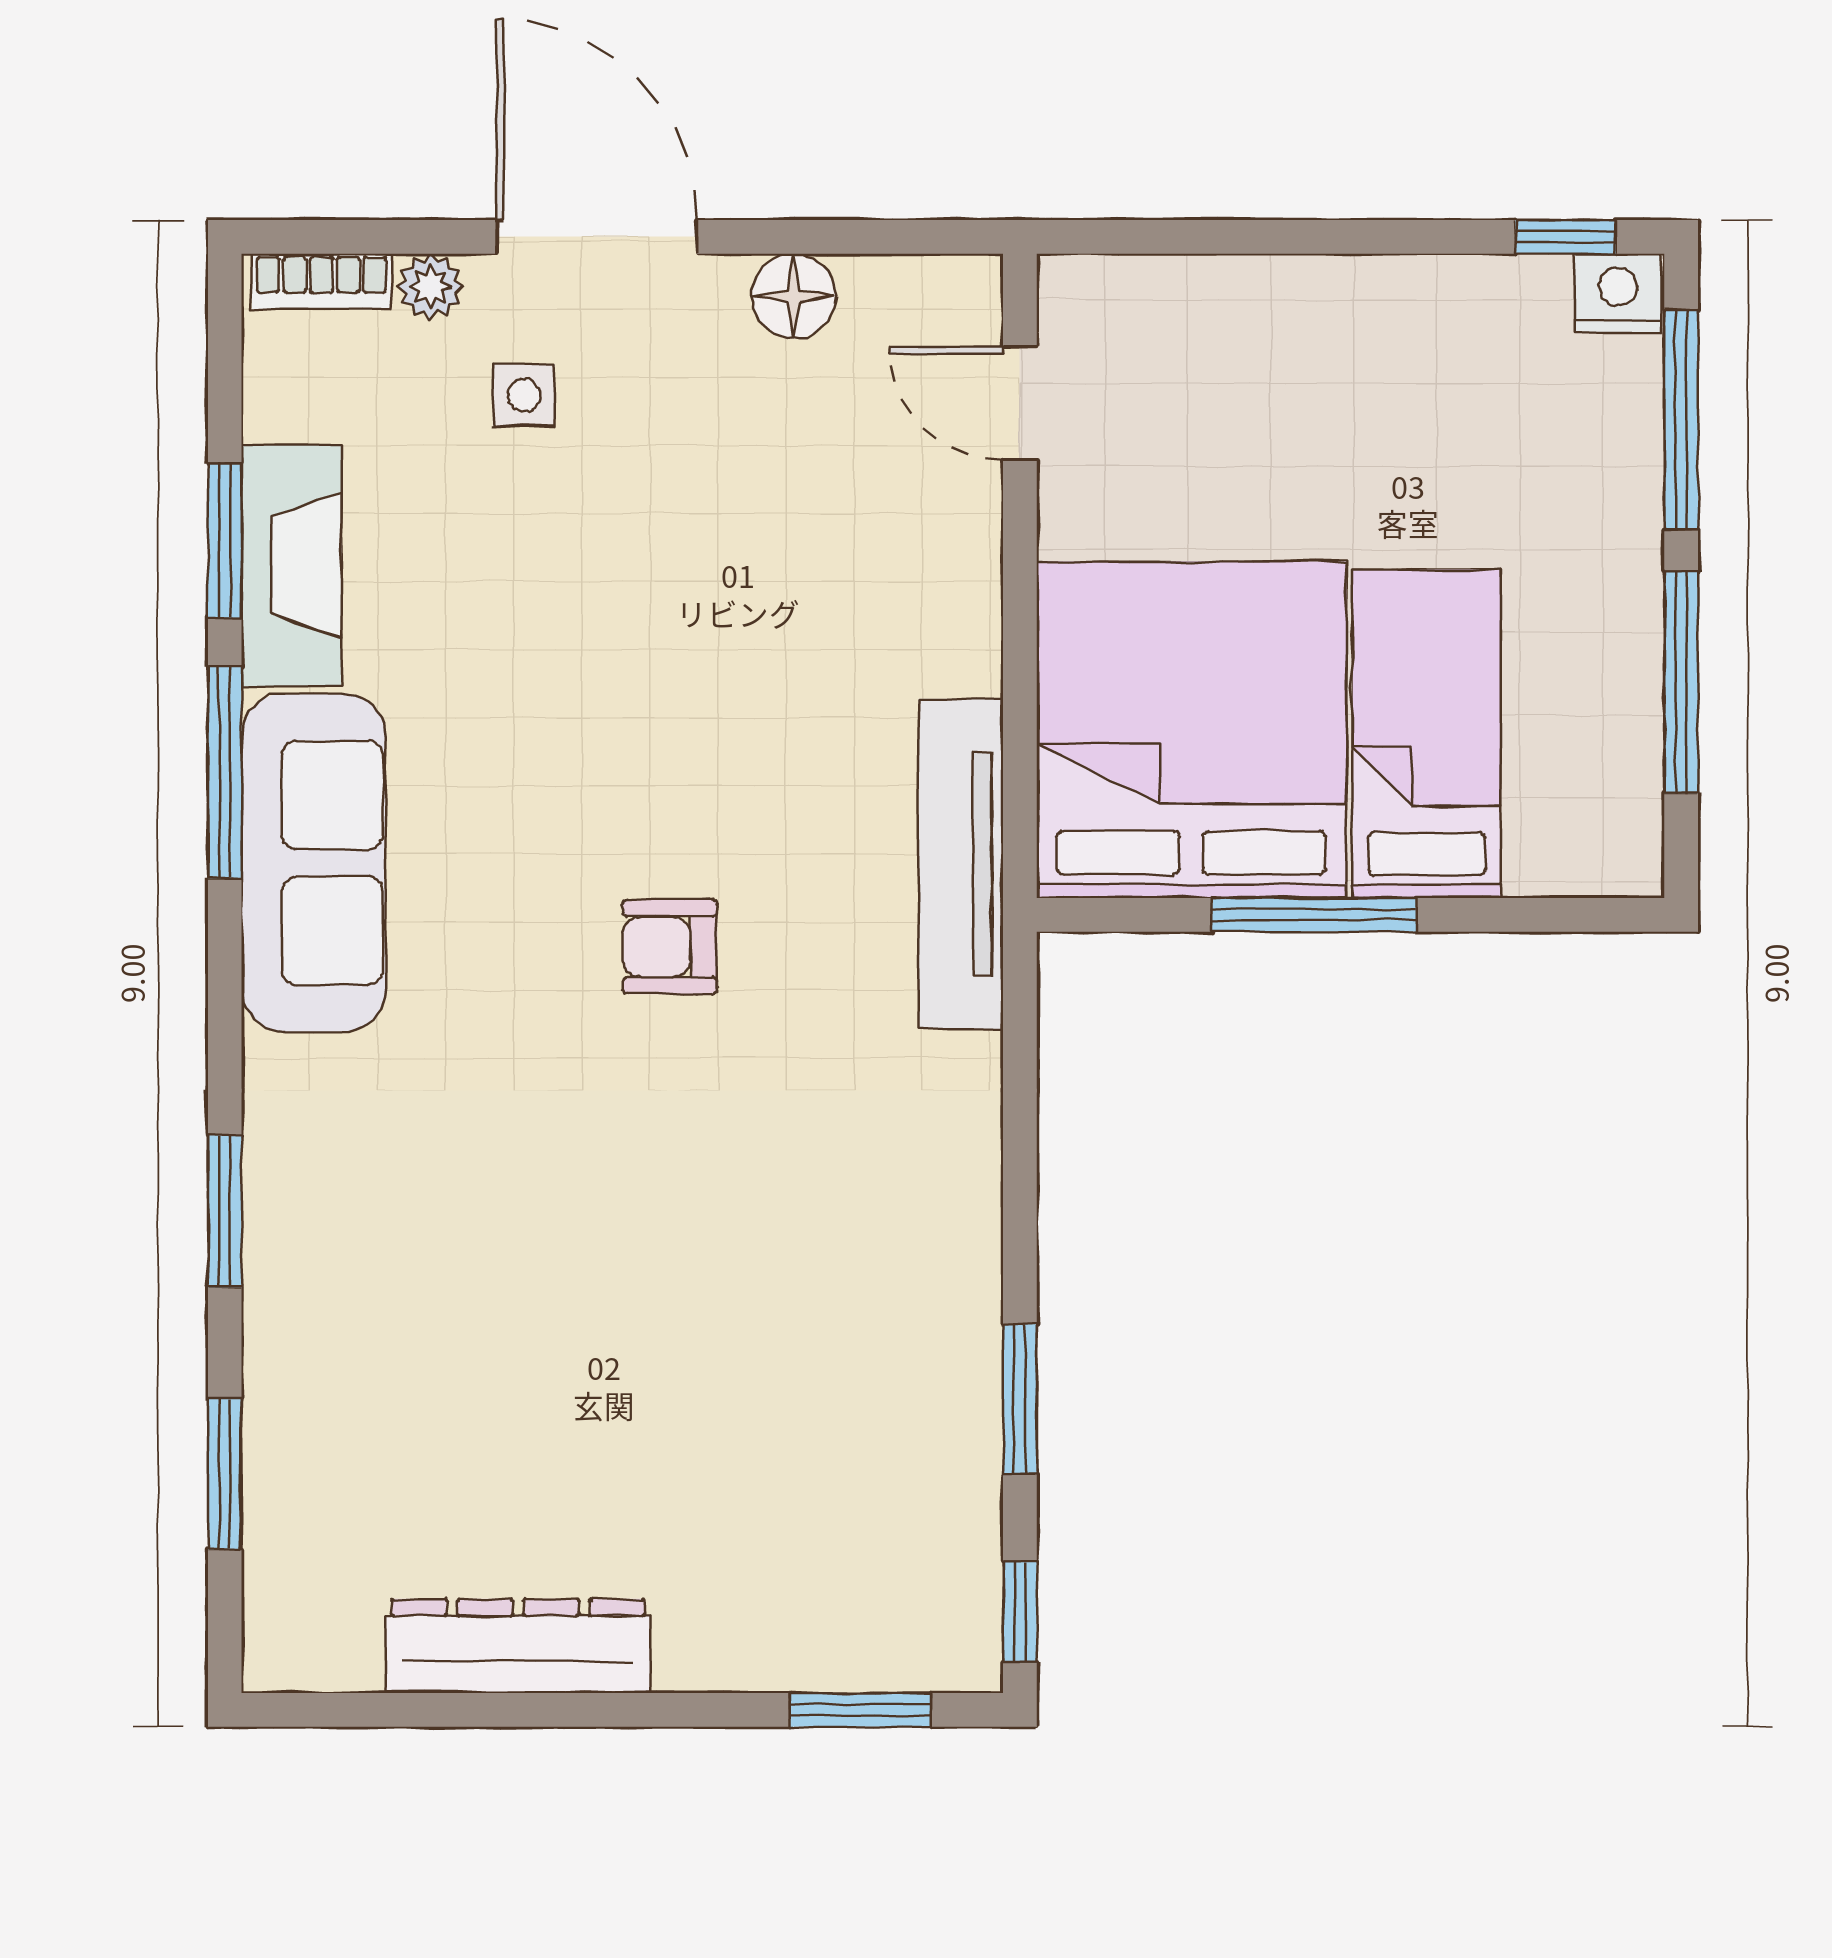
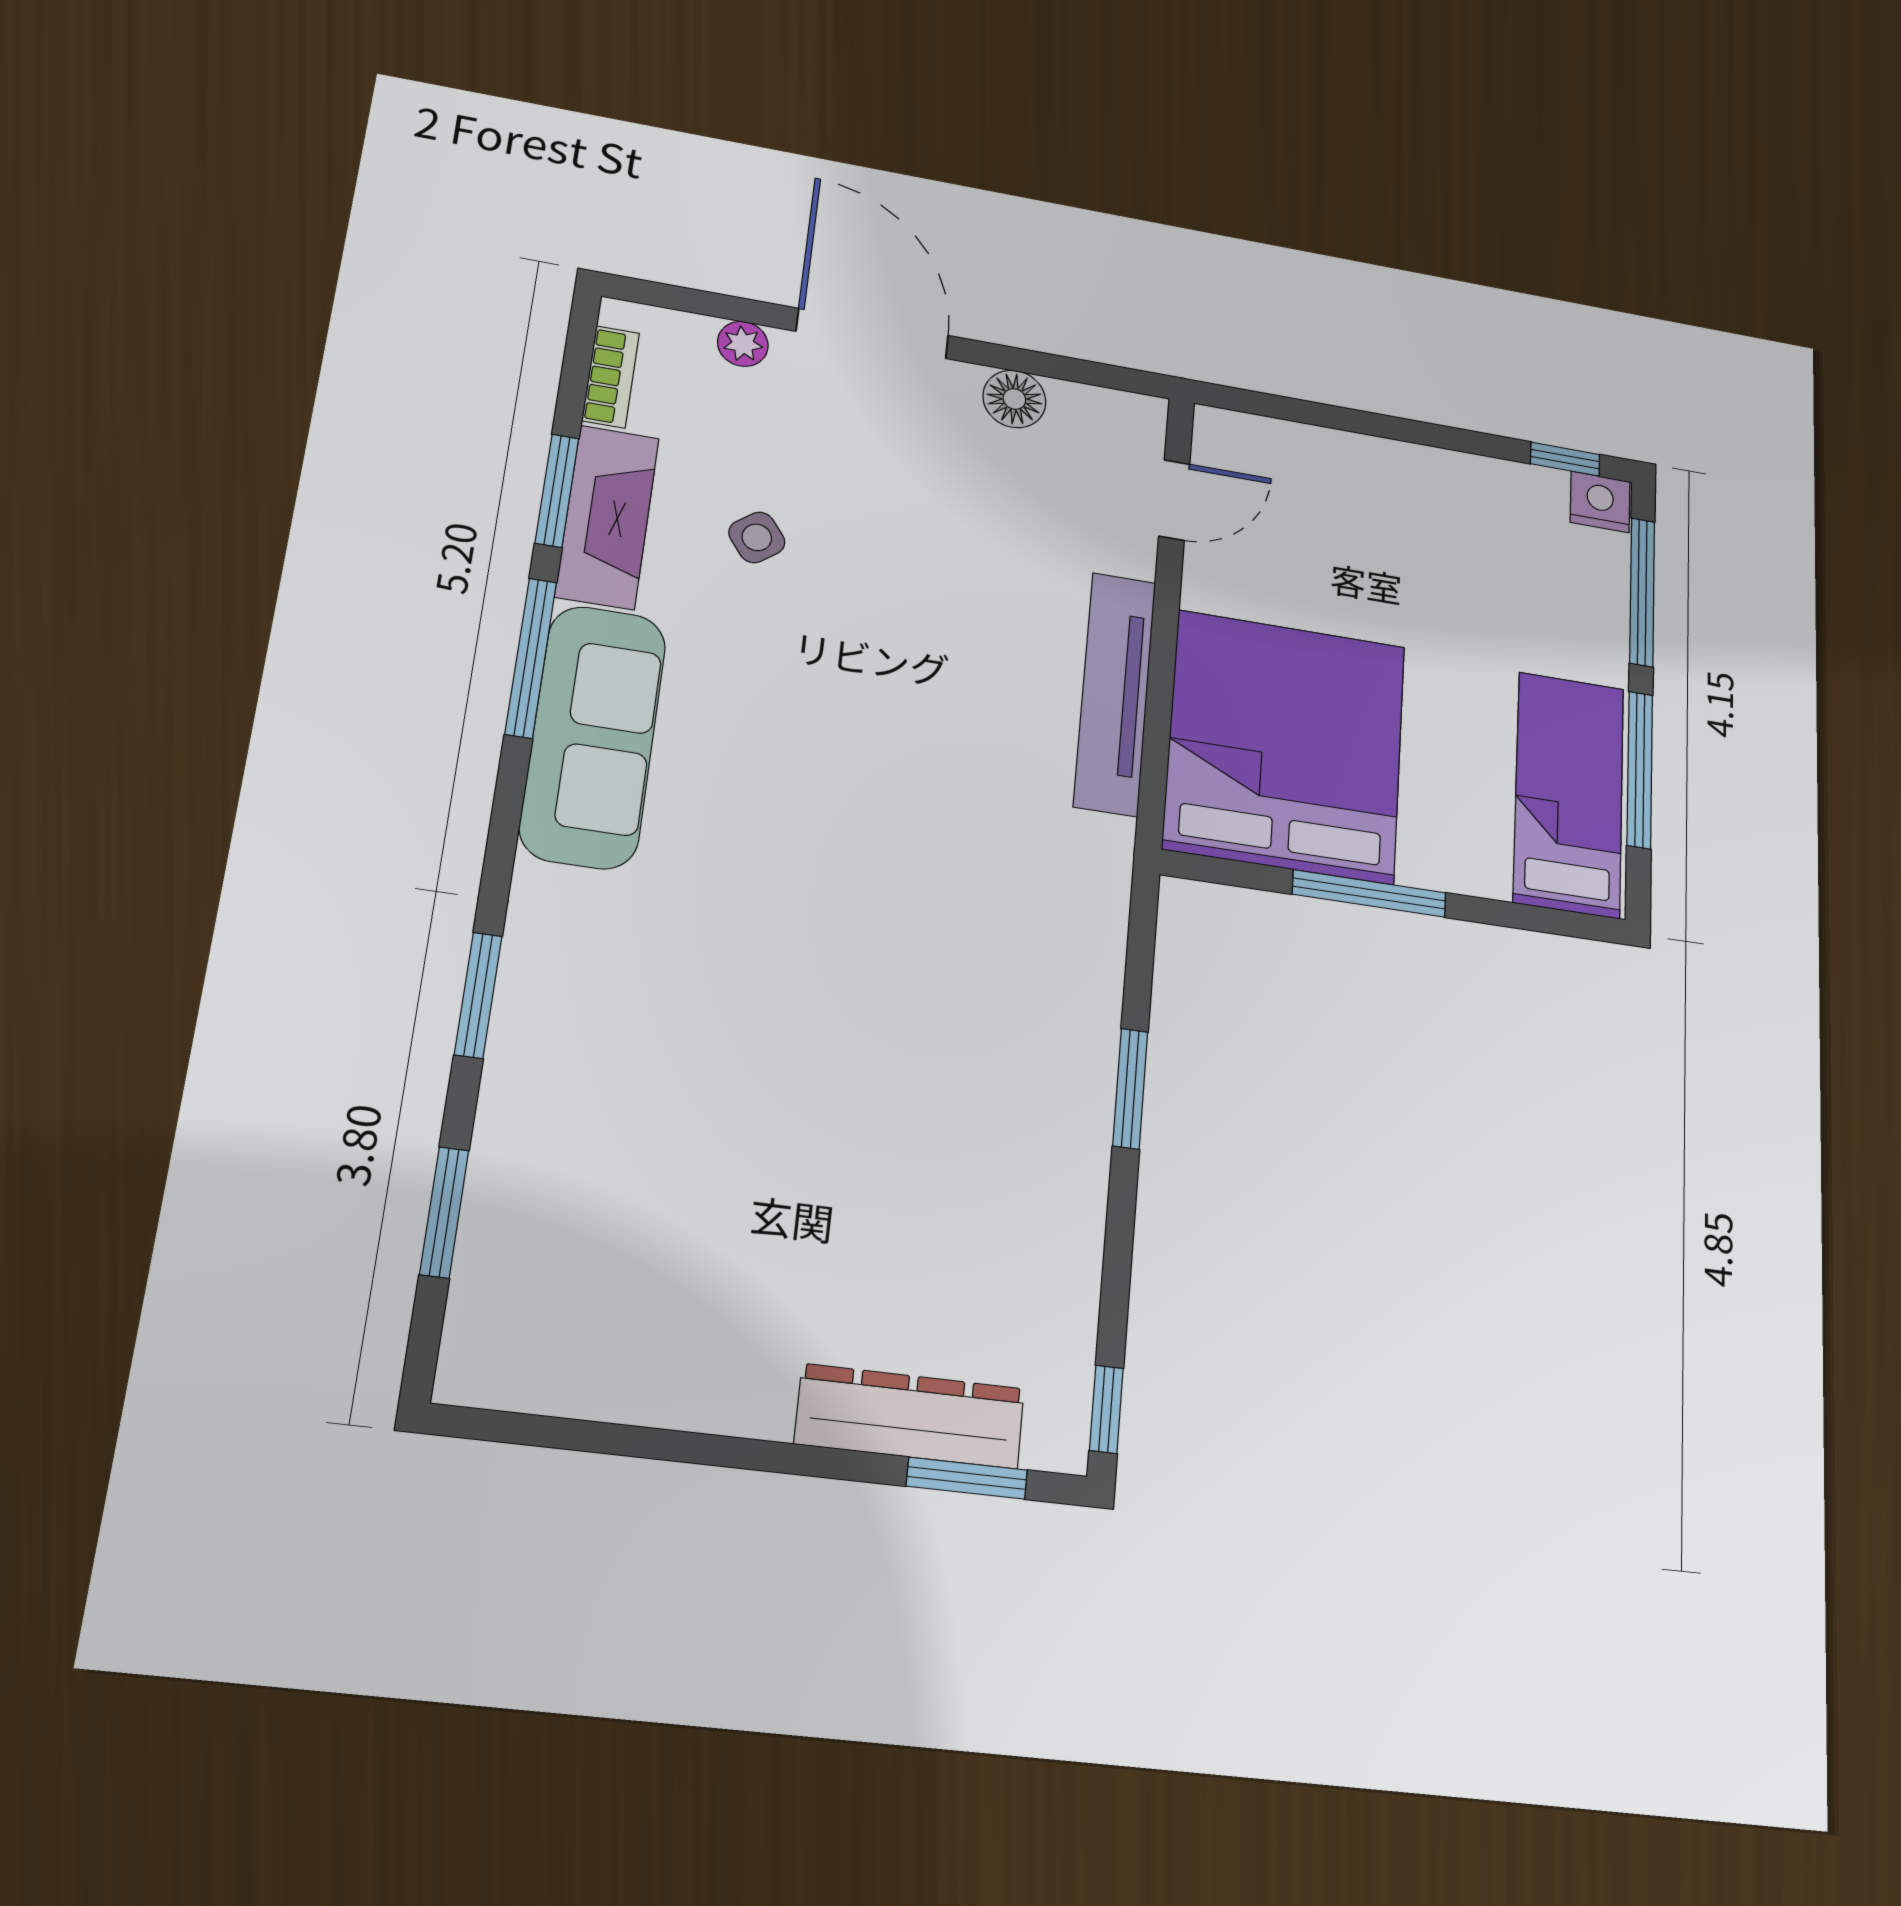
bookcase: (321, 281) -> (611, 377), moved, turned -90
side table: (524, 395) -> (757, 537), moved, turned -37
door: (1020, 404) -> (1174, 500), swing flipped
bed: (1427, 734) -> (1569, 794), moved
tv unit: (961, 864) -> (1115, 693), moved
armchair: (670, 947) -> (872, 843), removed
window: (1020, 1399) -> (1130, 1089), moved
dresser: (518, 1646) -> (910, 1416), moved

